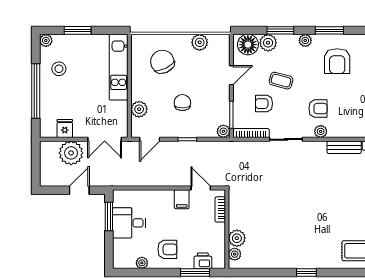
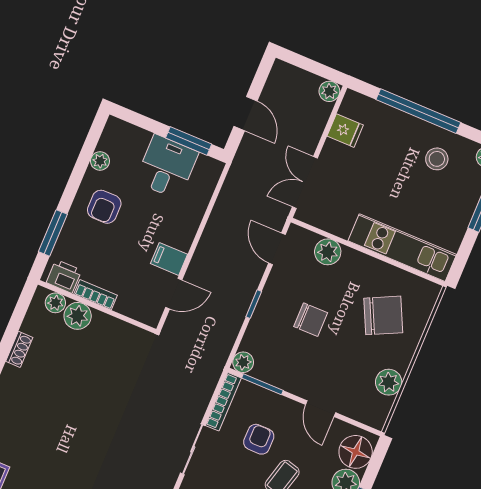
plant: (71, 153) -> (329, 91), moved, width x0.53, depth x0.53
bookcase: (220, 209) -> (96, 295), moved
printer: (203, 261) -> (64, 276), moved, turned -90
shoe rack: (270, 264) -> (19, 349), added

